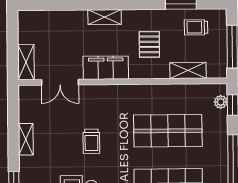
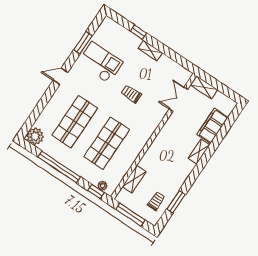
pallet: (149, 44) -> (165, 167), removed
filing cabinet: (106, 68) -> (212, 126), moved, turned 180
shelving: (26, 139) -> (150, 51), moved

